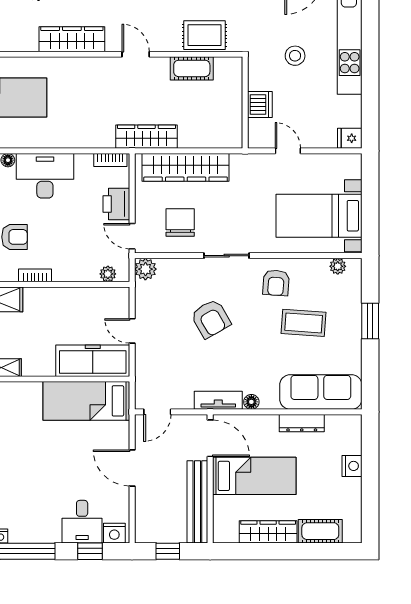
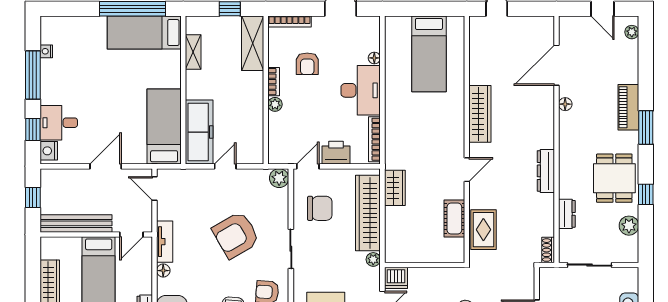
dishwasher: (260, 105) -> (396, 278), moved
wardrobe: (146, 137) -> (395, 188), width x0.67
bookcase: (110, 160) -> (374, 139), width x1.56
plant: (239, 161) -> (373, 259), added
plant: (108, 274) -> (275, 104), moved
armchair: (211, 319) -> (236, 235), width x1.36, depth x1.36
door: (210, 438) -> (131, 235), width x0.73

